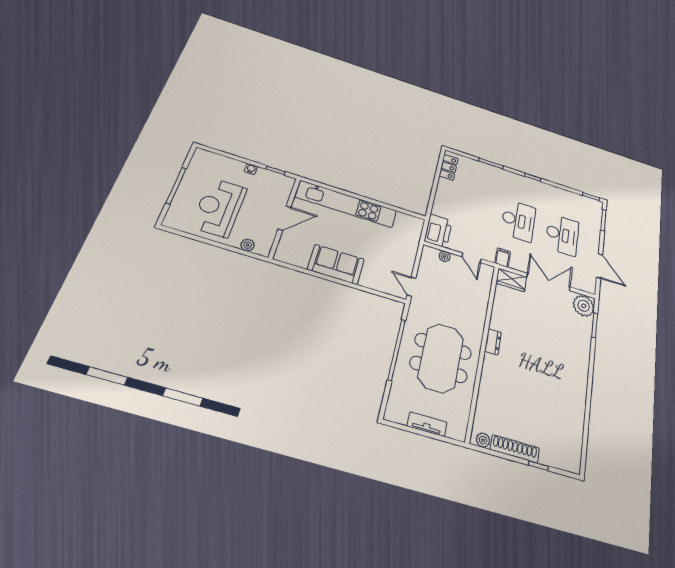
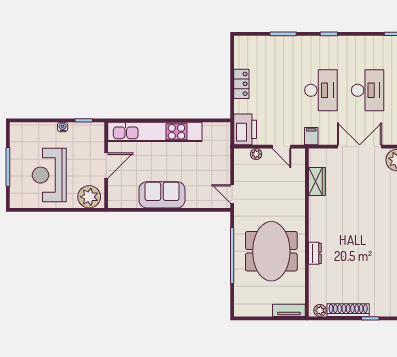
locker: (449, 167) -> (241, 84), moved
plant: (248, 245) -> (89, 197), width x1.87, depth x1.87
wardrobe: (512, 280) -> (317, 182), moved, turned -90
dresser: (493, 342) -> (315, 253), moved
tv unit: (427, 424) -> (289, 310), moved

